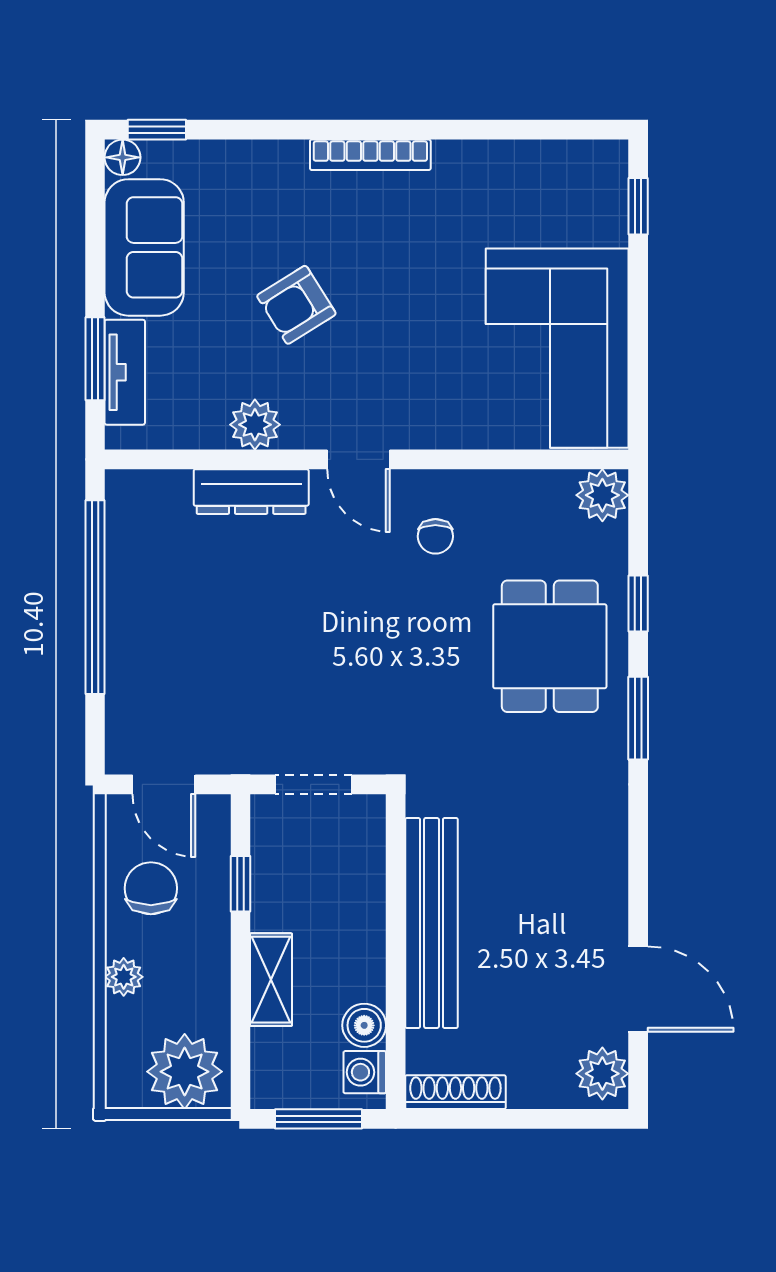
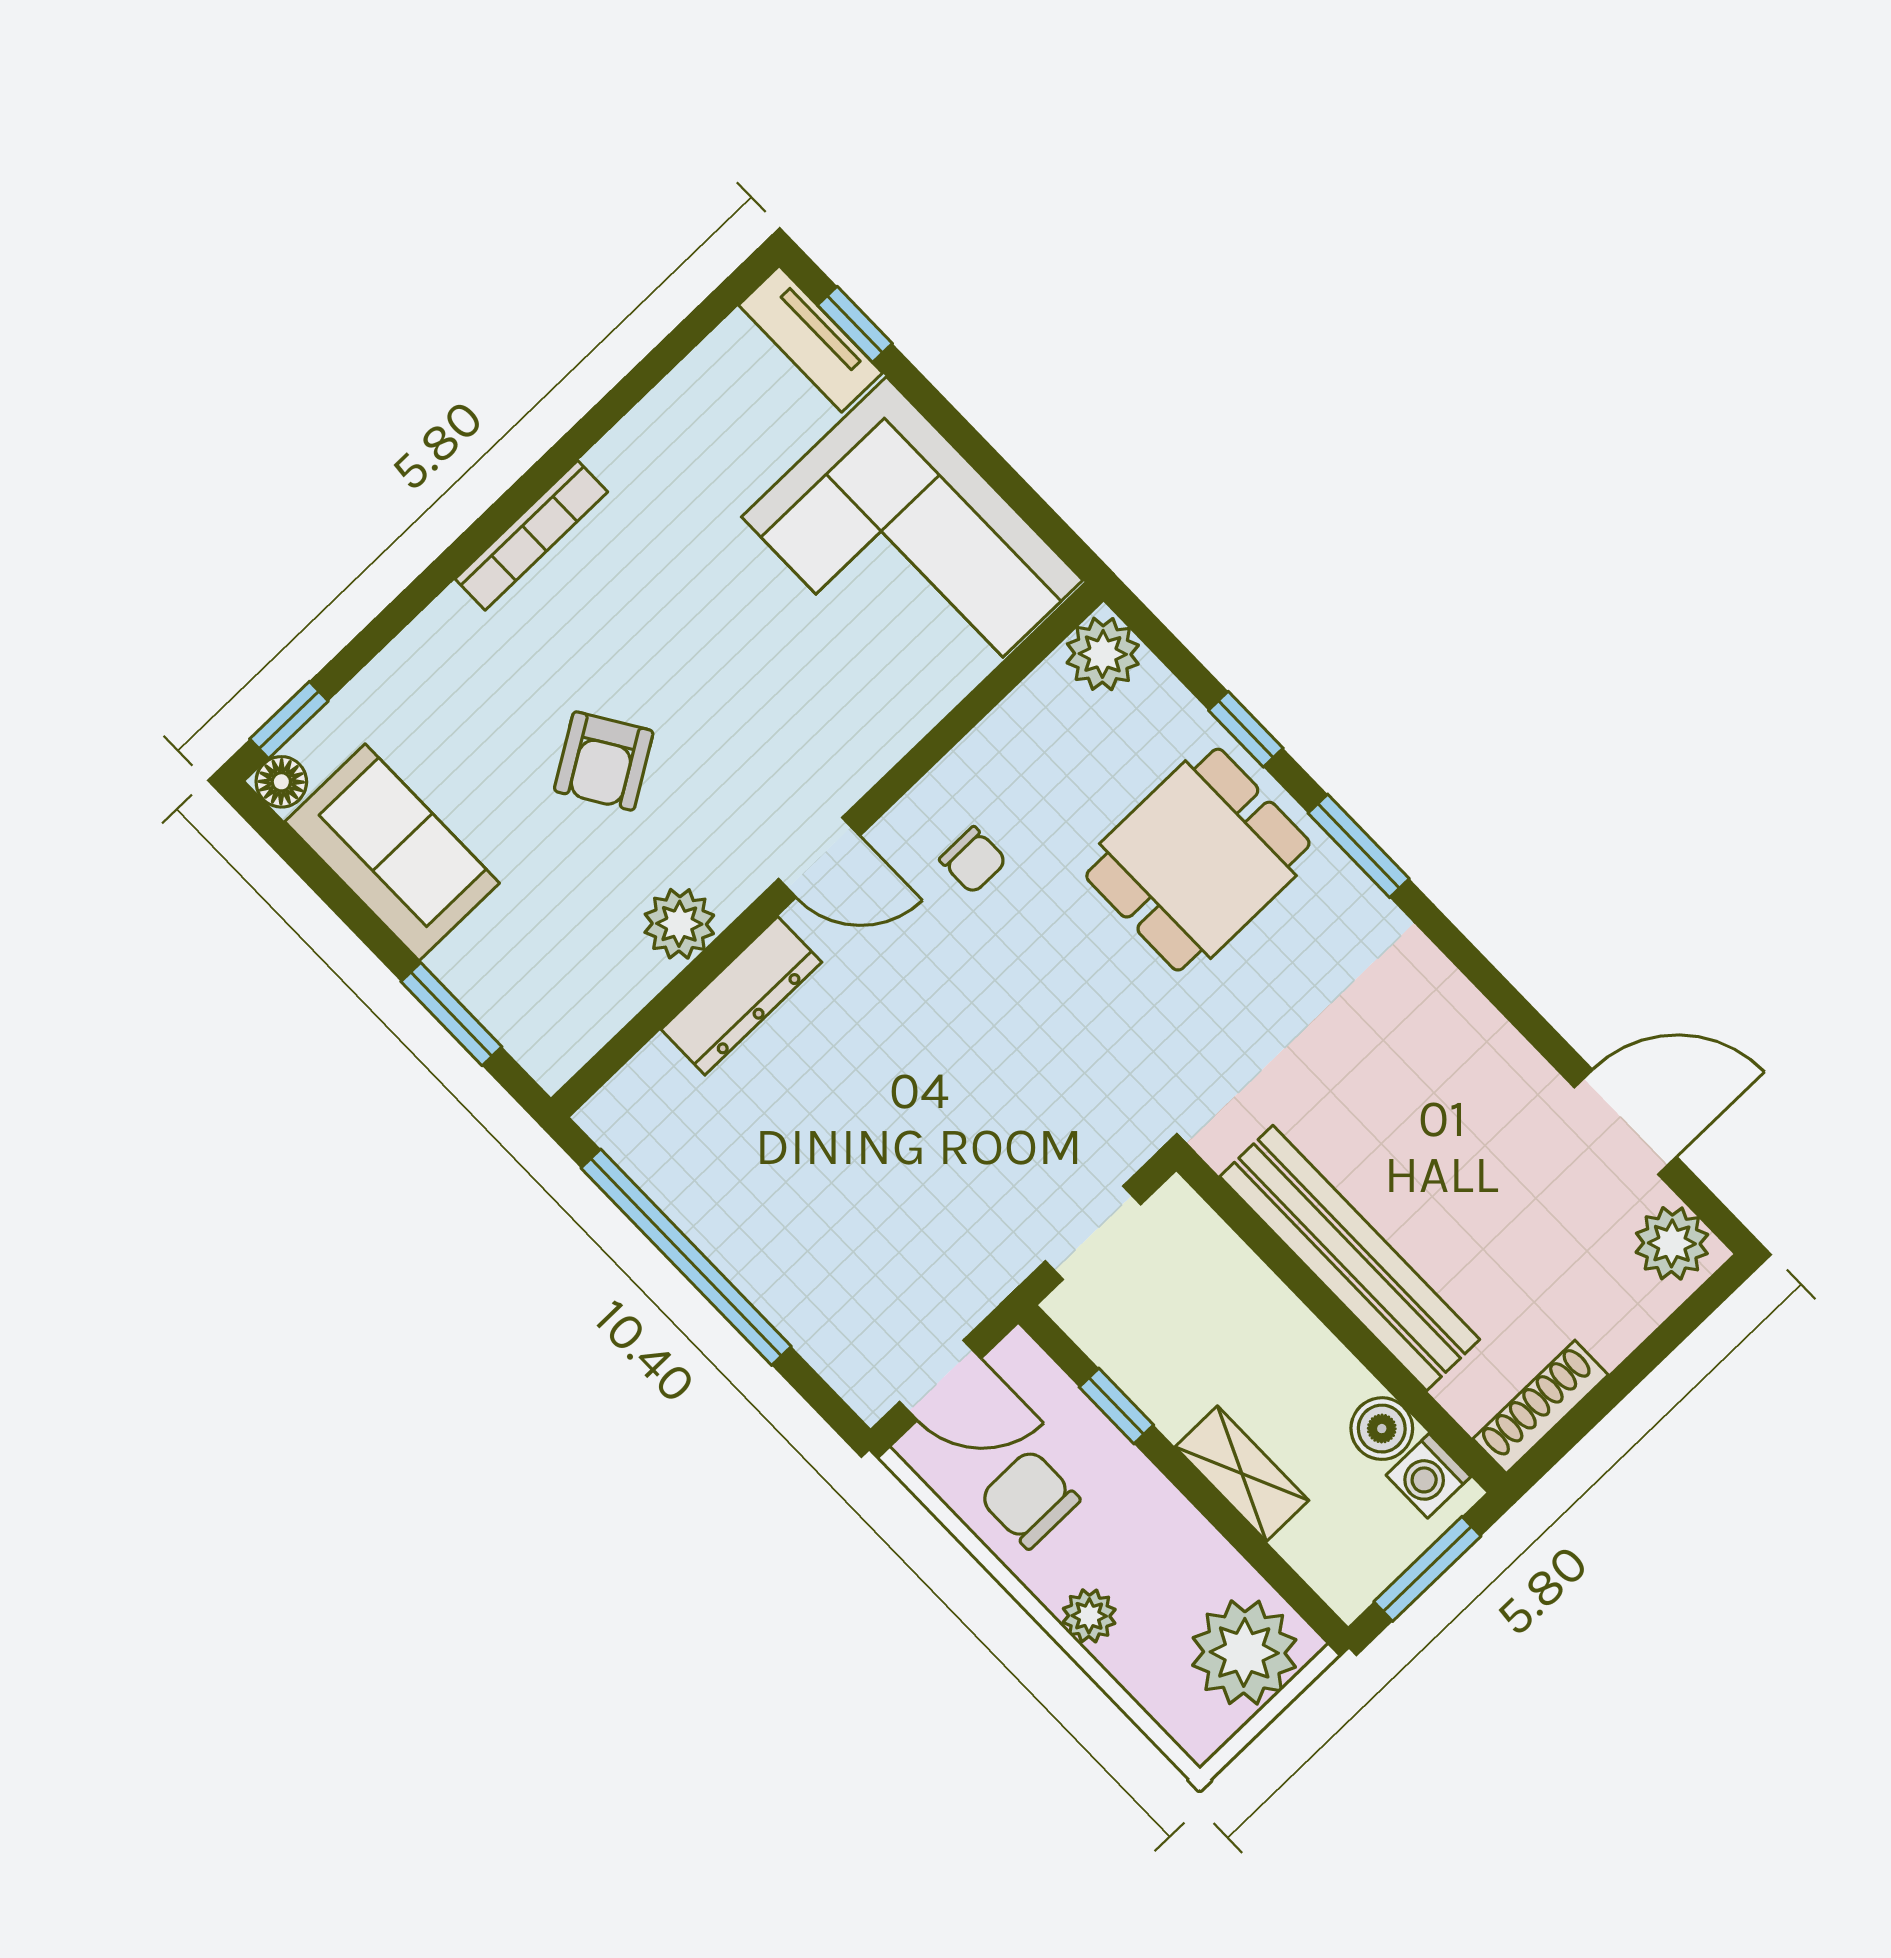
tv unit: (125, 372) -> (810, 339), moved, turned 180
dining table: (550, 646) -> (1198, 860), turned 90

